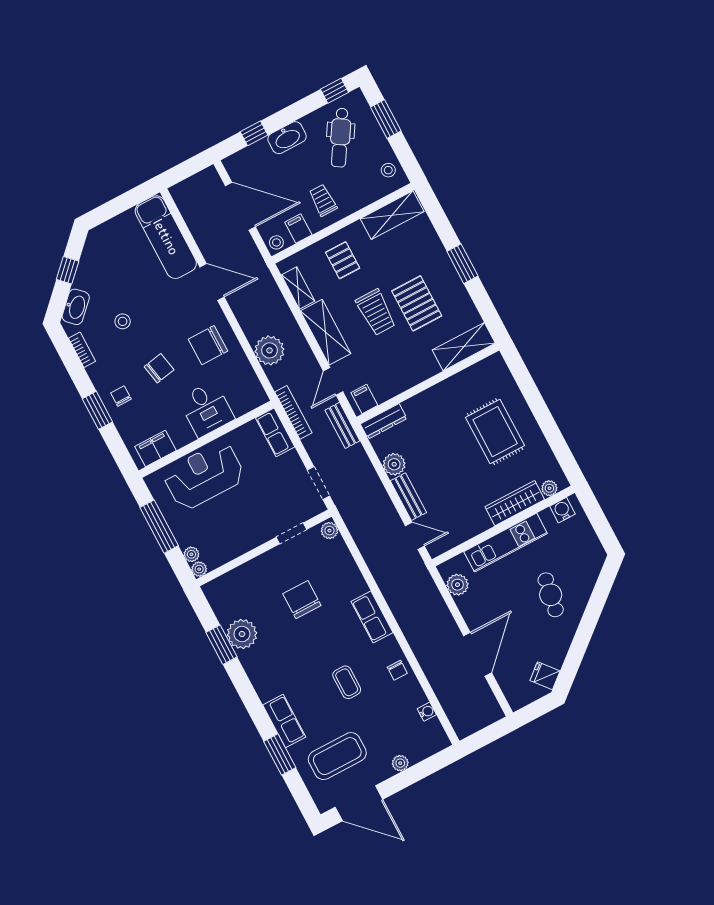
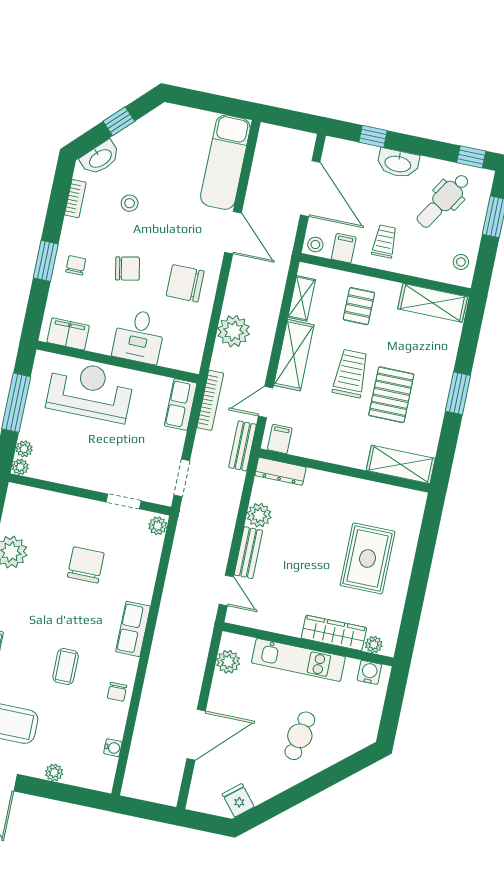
trolley: (376, 312) -> (351, 373), turned 180

